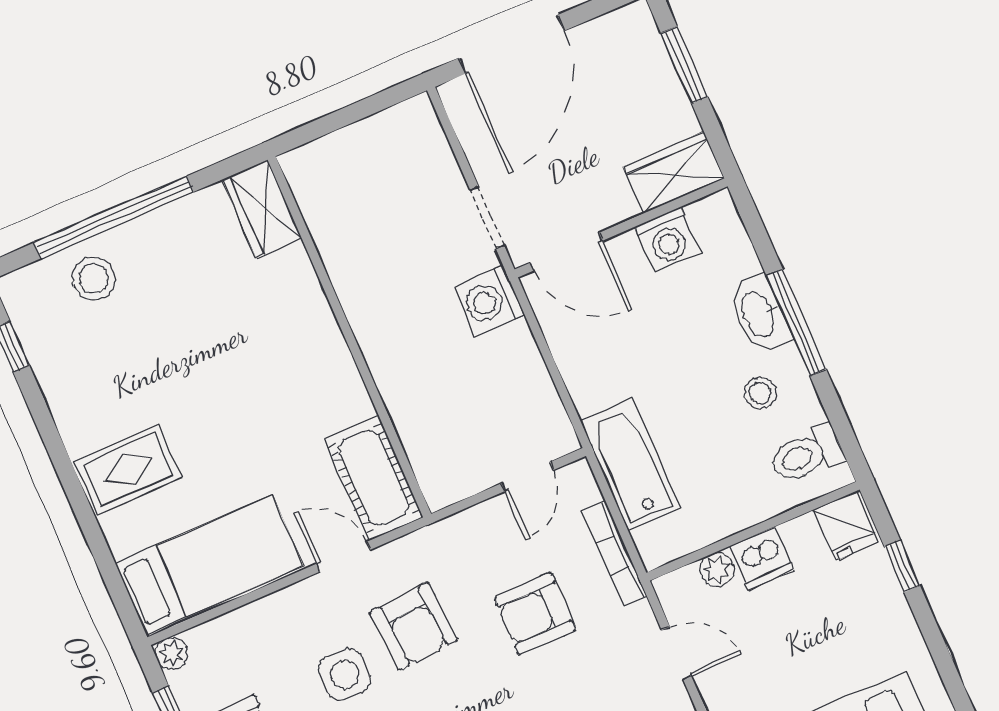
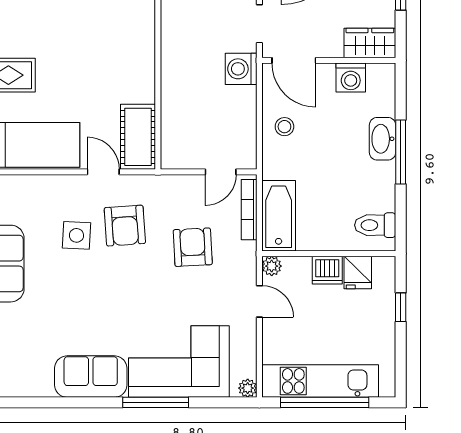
stool: (760, 393) -> (284, 127), moved
bathtub: (630, 464) -> (279, 216), moved
fridge: (845, 526) -> (358, 272), moved
bookcase: (614, 554) -> (249, 210), moved
plant: (717, 570) -> (272, 266), moved
armchair: (535, 614) -> (193, 247), turned 87

